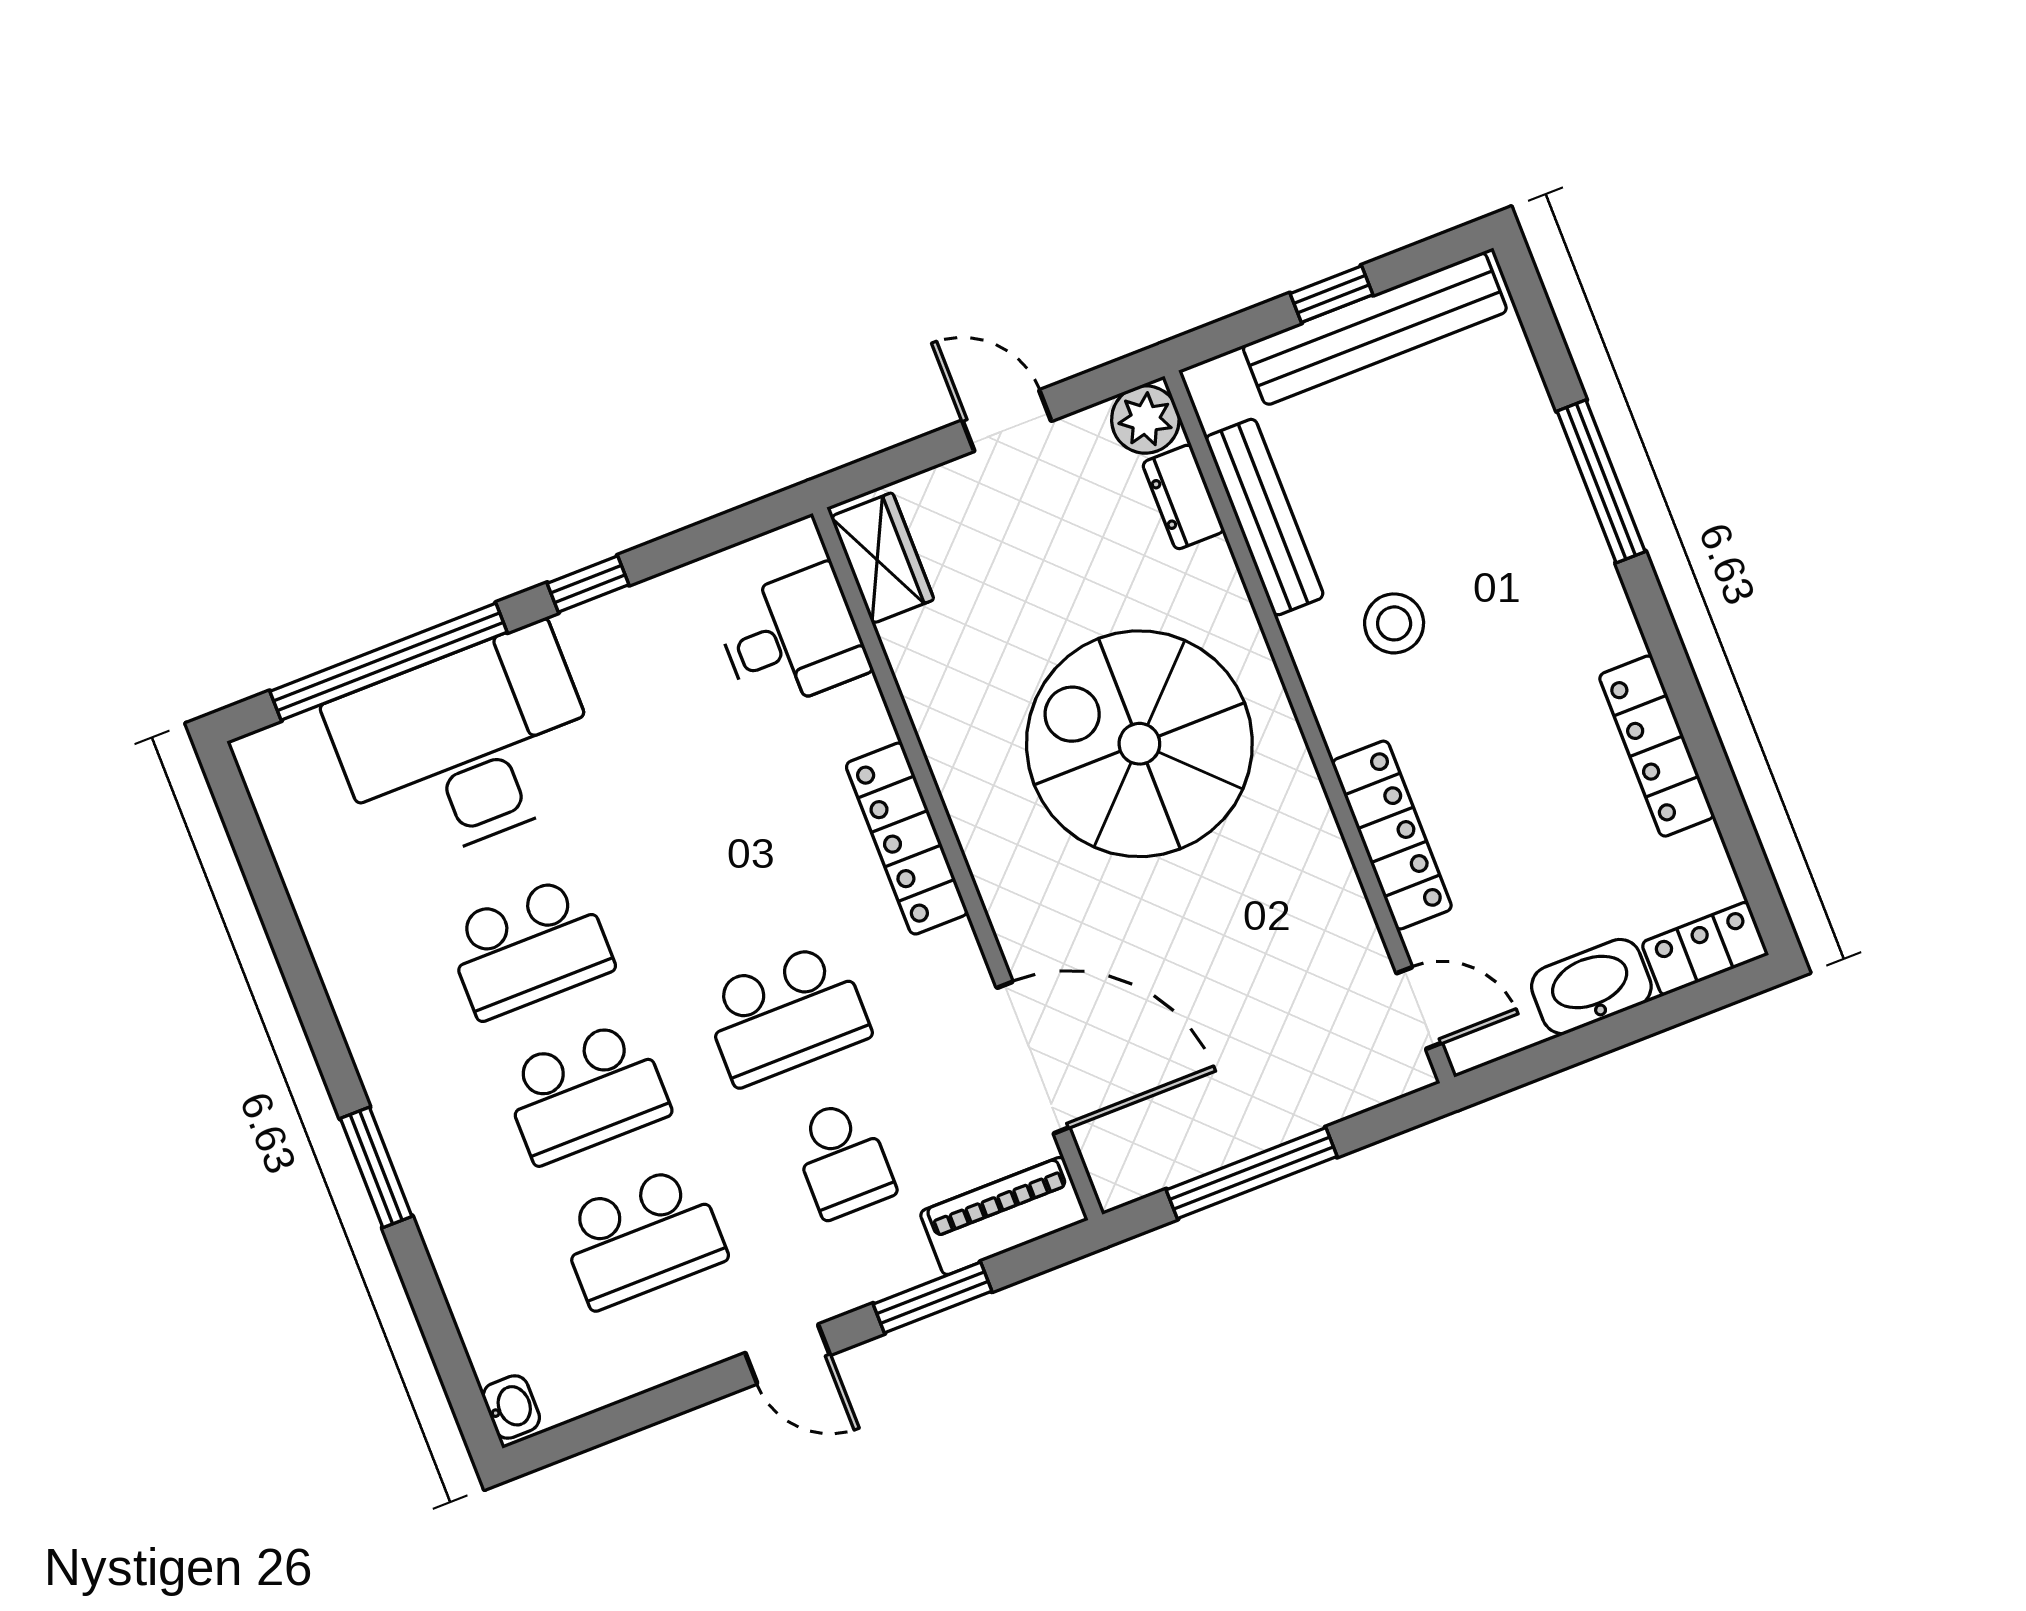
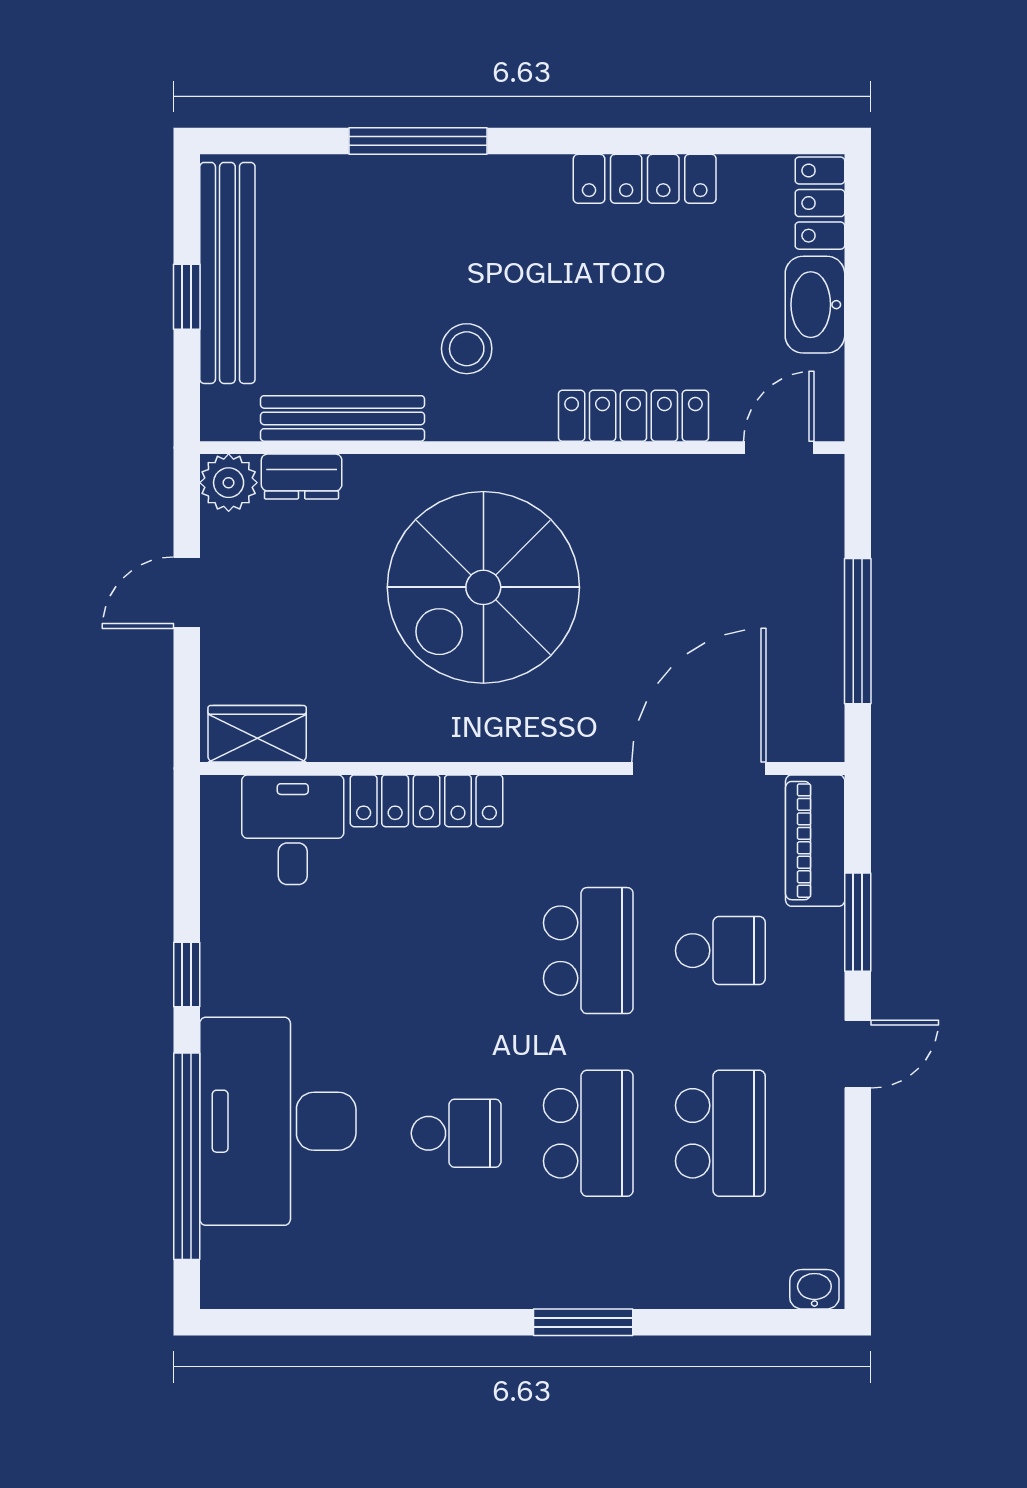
locker: (907, 839) -> (427, 801), moved
school desk: (529, 947) -> (456, 1133), width x0.54

